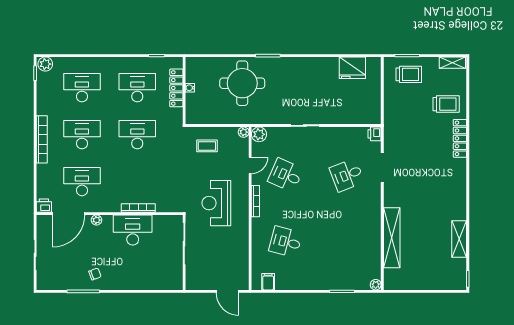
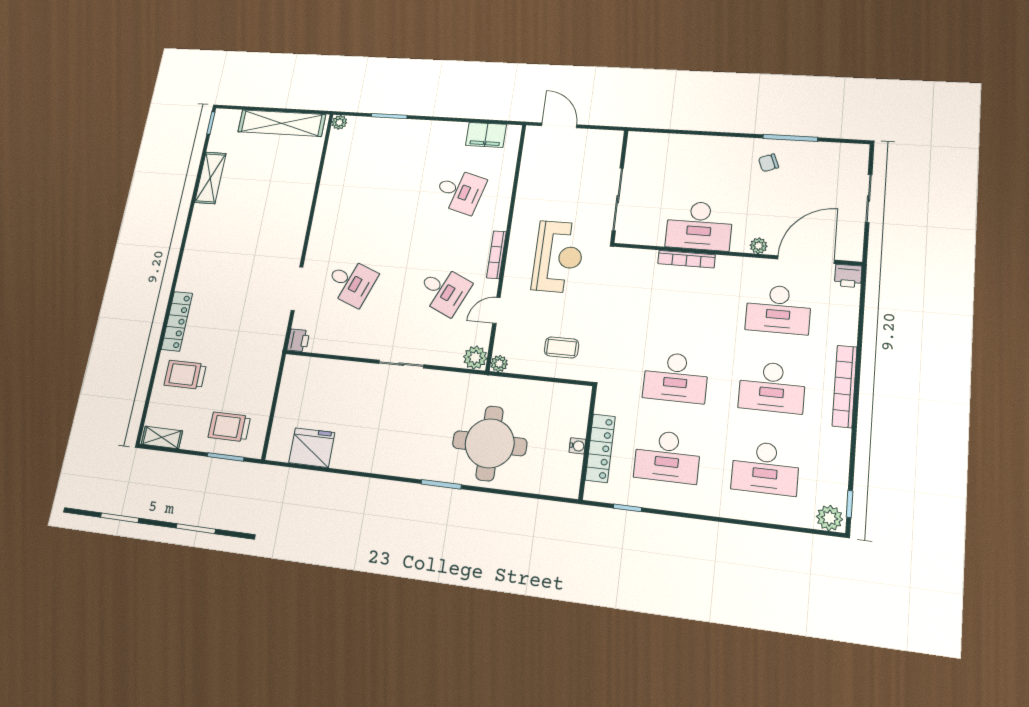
desk: (347, 175) -> (351, 282), turned 42
shelving: (392, 238) -> (282, 123), moved, turned 90
filing cabinet: (268, 282) -> (486, 135), width x2.00

